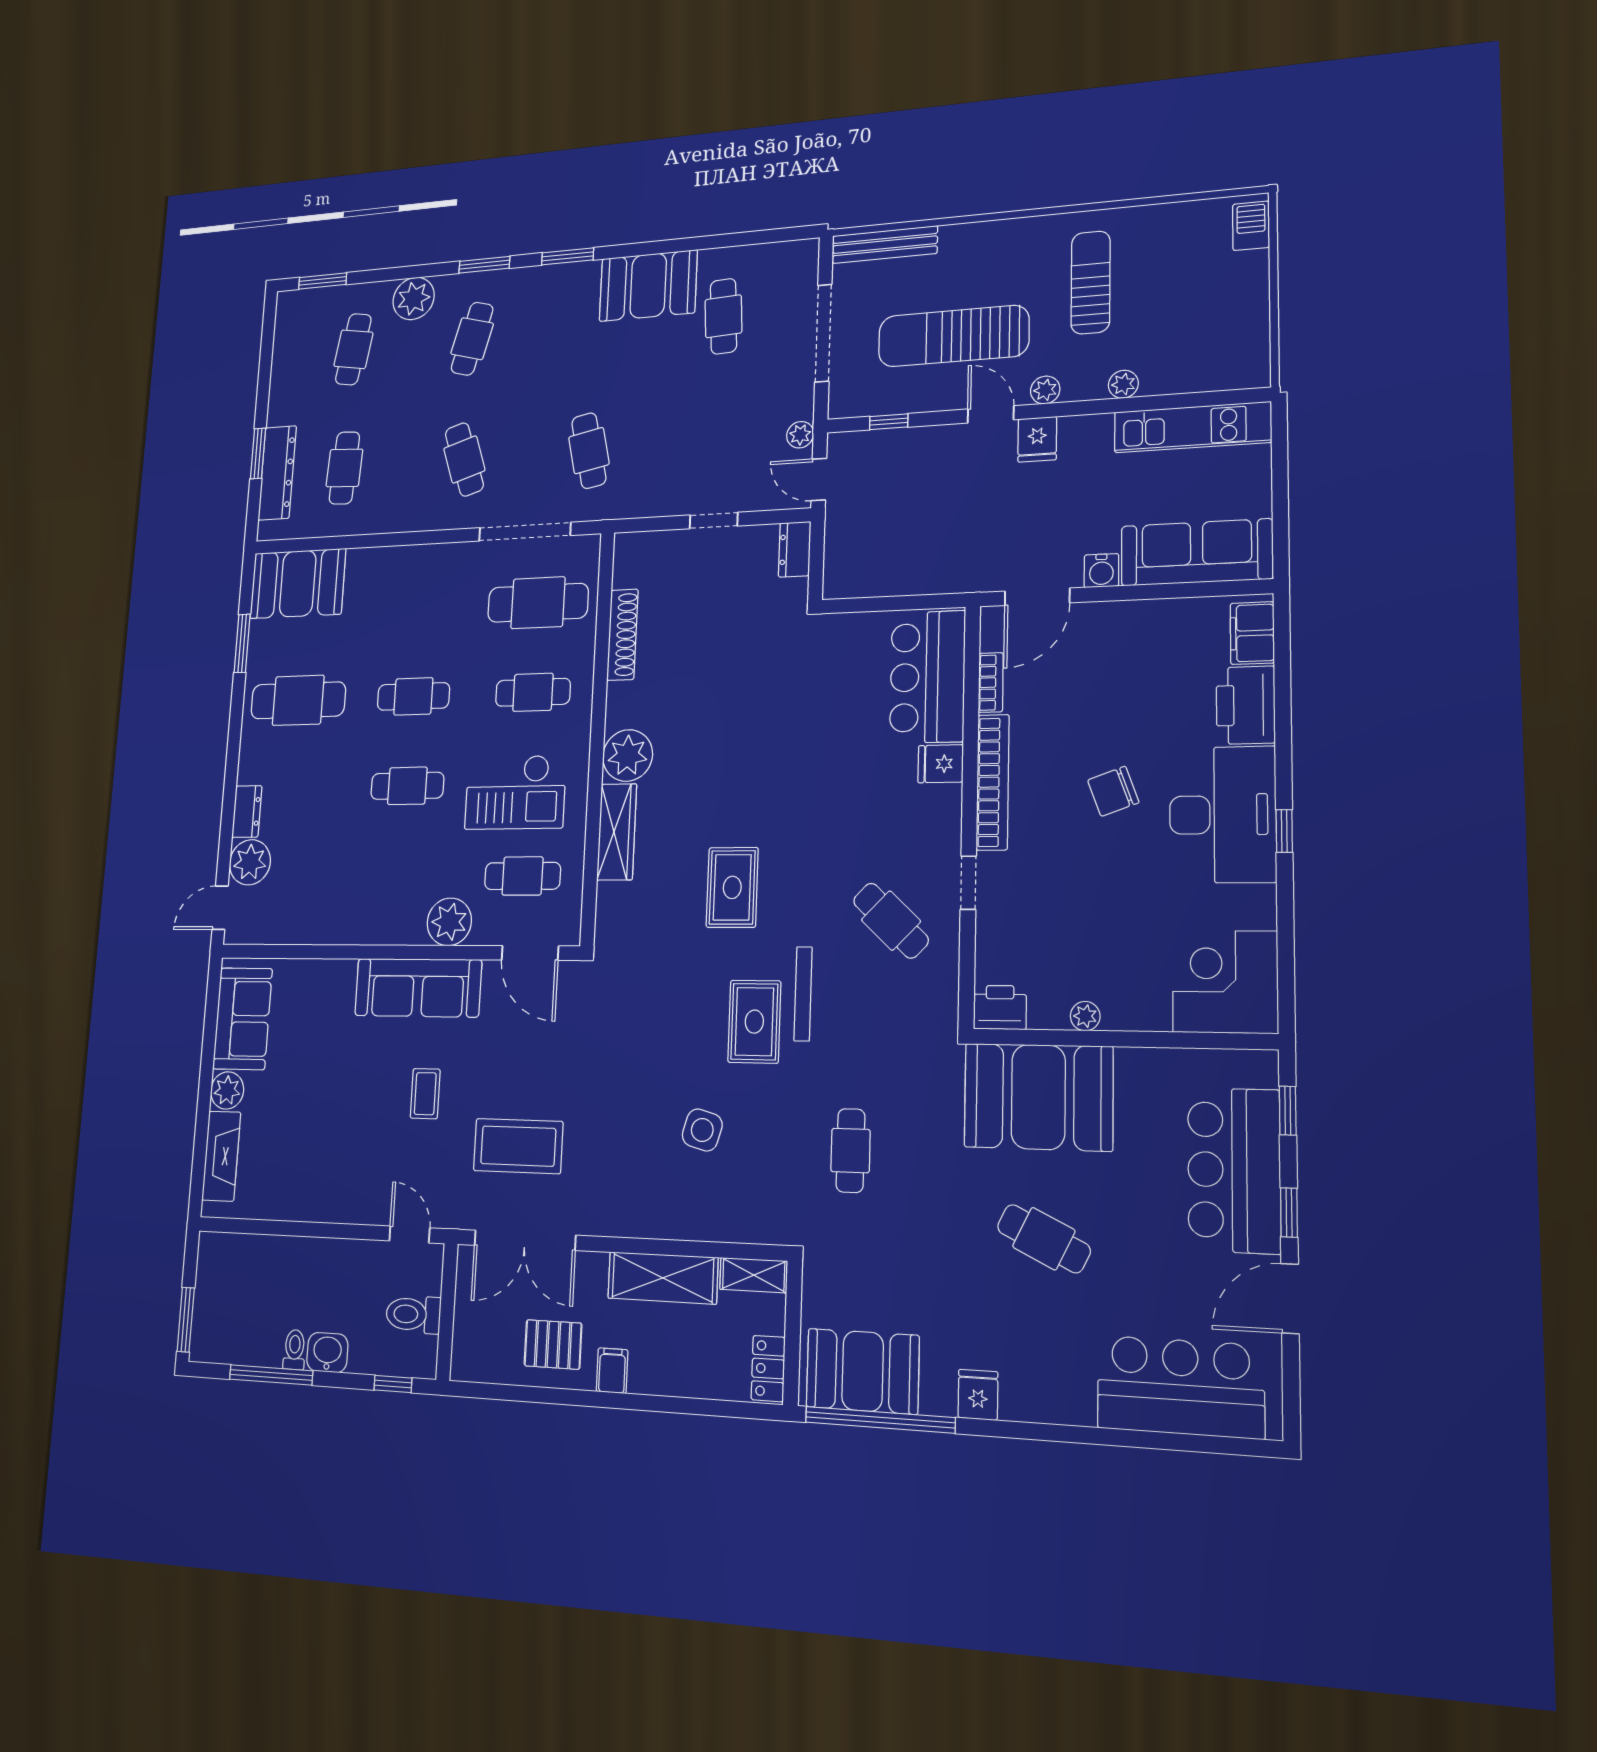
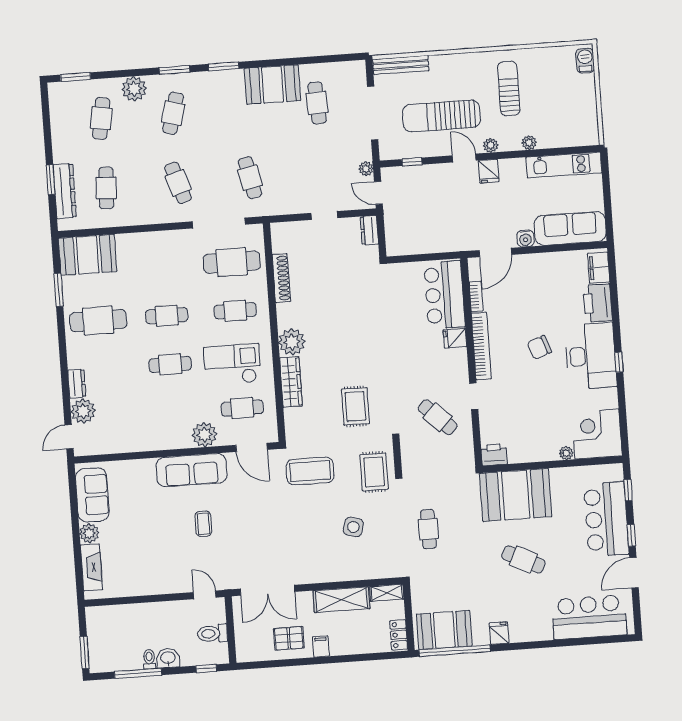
checkout: (515, 792) -> (232, 364), turned 180
plant: (1085, 1016) -> (566, 453), moved
coffee table: (518, 1146) -> (310, 471), moved

